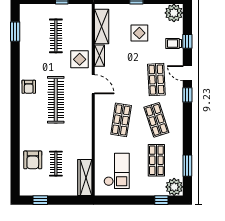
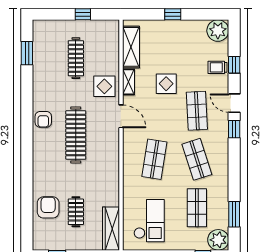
display table: (139, 33) -> (166, 84), moved
armchair: (33, 160) -> (48, 207), turned 180

